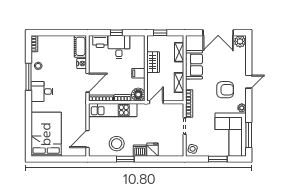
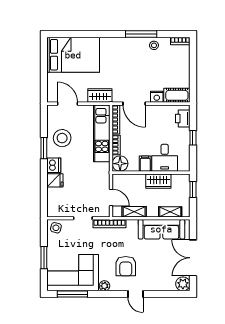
desk: (119, 47) -> (165, 158), moved, turned 90
sofa: (194, 65) -> (161, 229), width x1.36
desk: (42, 91) -> (124, 50), removed
door: (156, 102) -> (111, 197), moved
wardrobe: (81, 112) -> (100, 95), added

